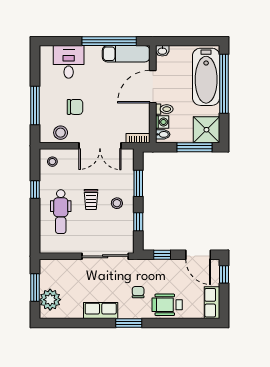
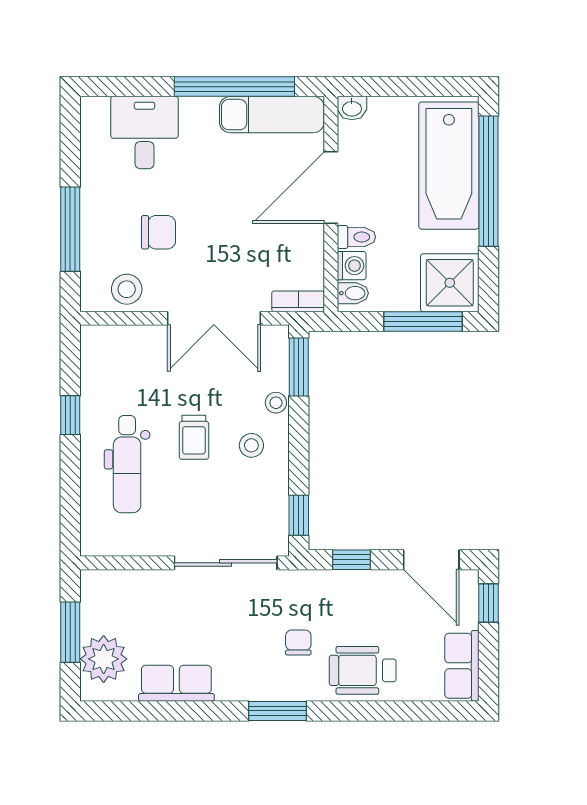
stool: (52, 162) -> (276, 403), moved
window: (138, 183) -> (299, 367), moved
window: (138, 222) -> (299, 515), moved
row of seats: (101, 311) -> (176, 683), moved

